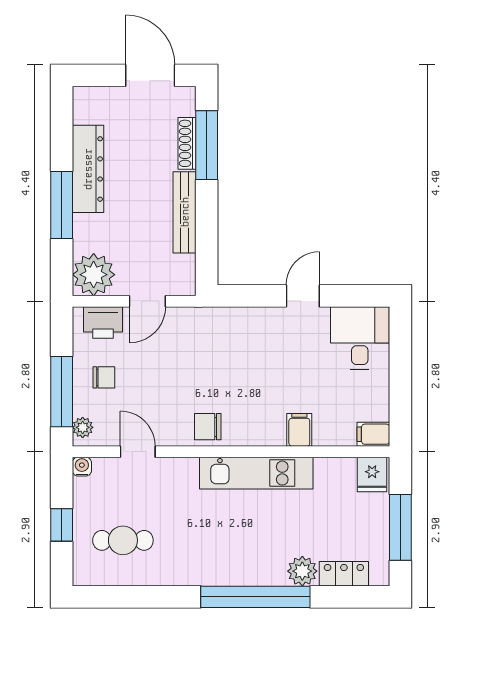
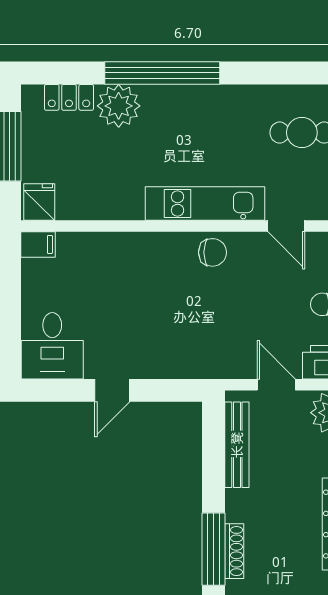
bench: (185, 212) -> (237, 445), moved
door: (147, 301) -> (276, 385), hinge flipped
filing cabinet: (299, 430) -> (116, 249), removed
kitchen unit: (256, 473) -> (205, 204), moved
plant: (302, 571) -> (119, 106), width x1.36, depth x1.36

